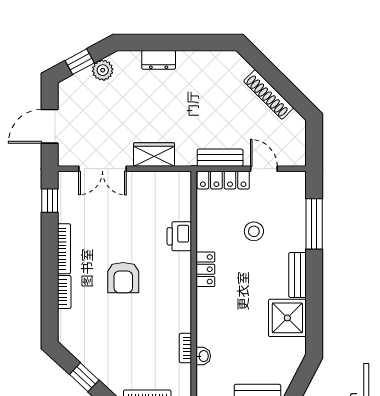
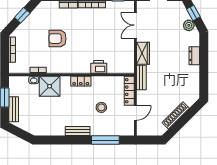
bench: (220, 158) -> (141, 77), moved
armchair: (123, 278) -> (58, 39), moved
shower: (287, 318) -> (50, 86), moved

